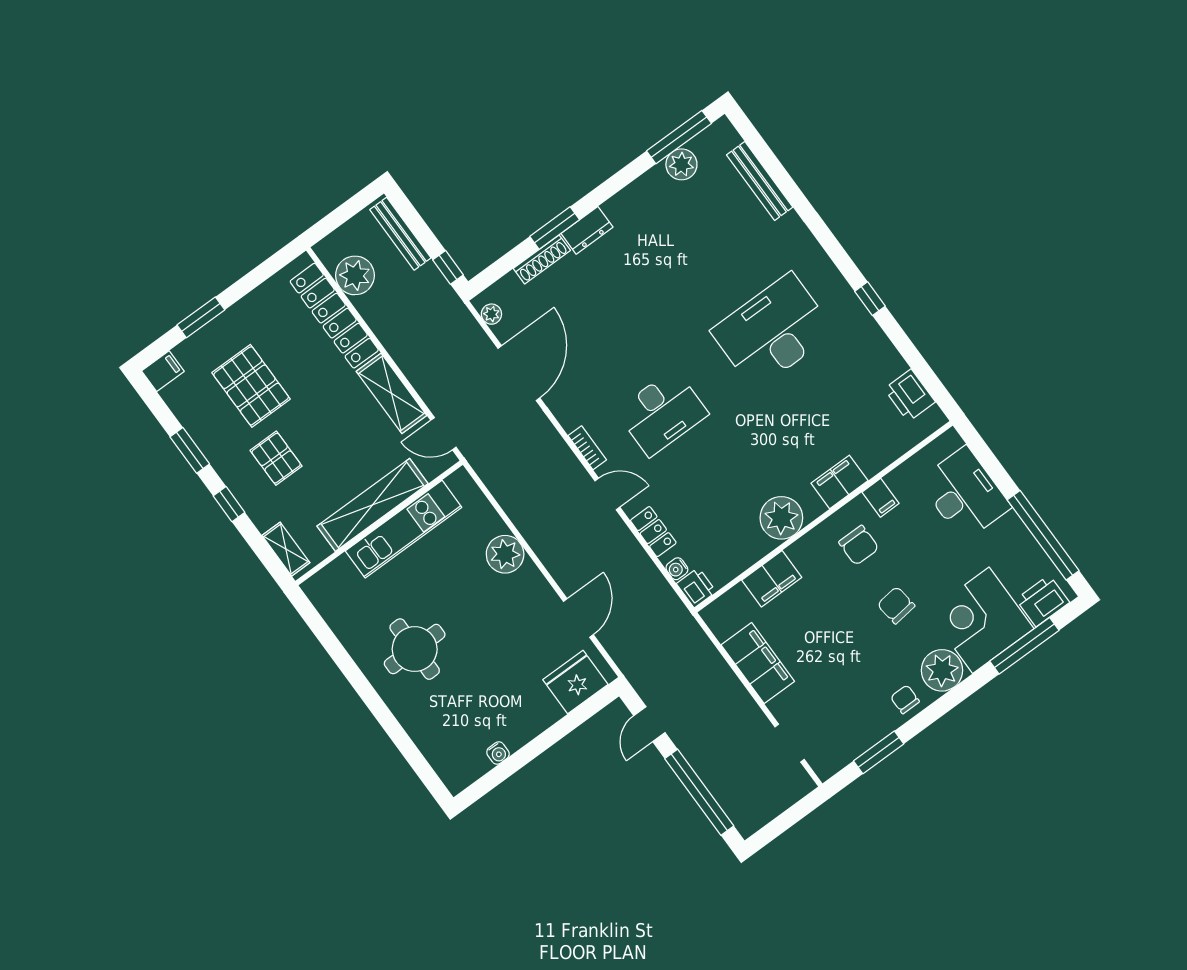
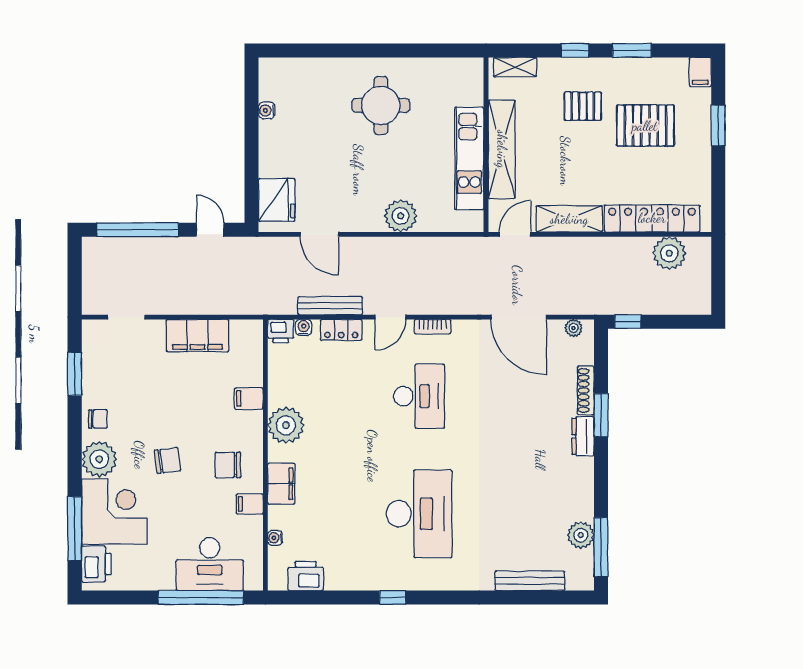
bench: (400, 234) -> (330, 306), moved
desk: (662, 413) -> (419, 396), turned 180
water cooler: (895, 451) -> (275, 538), added
window: (1043, 535) -> (201, 597), moved
filing cabinet: (772, 579) -> (249, 399), width x0.50

